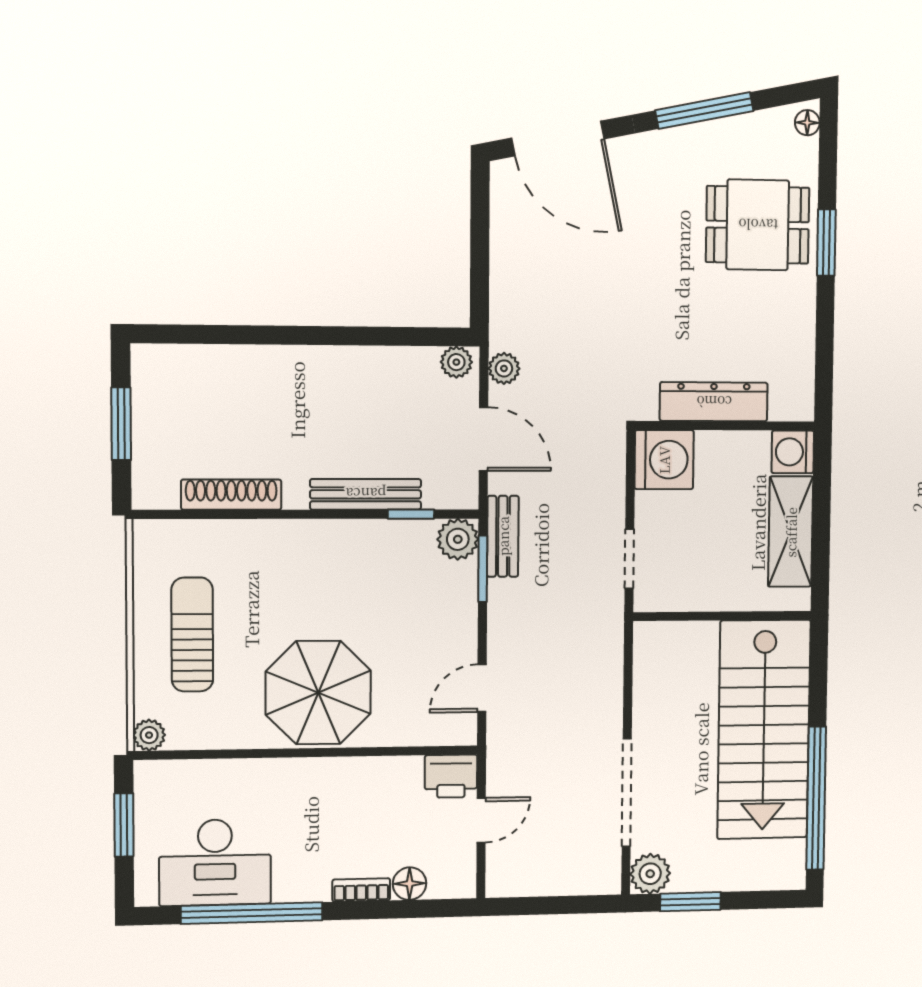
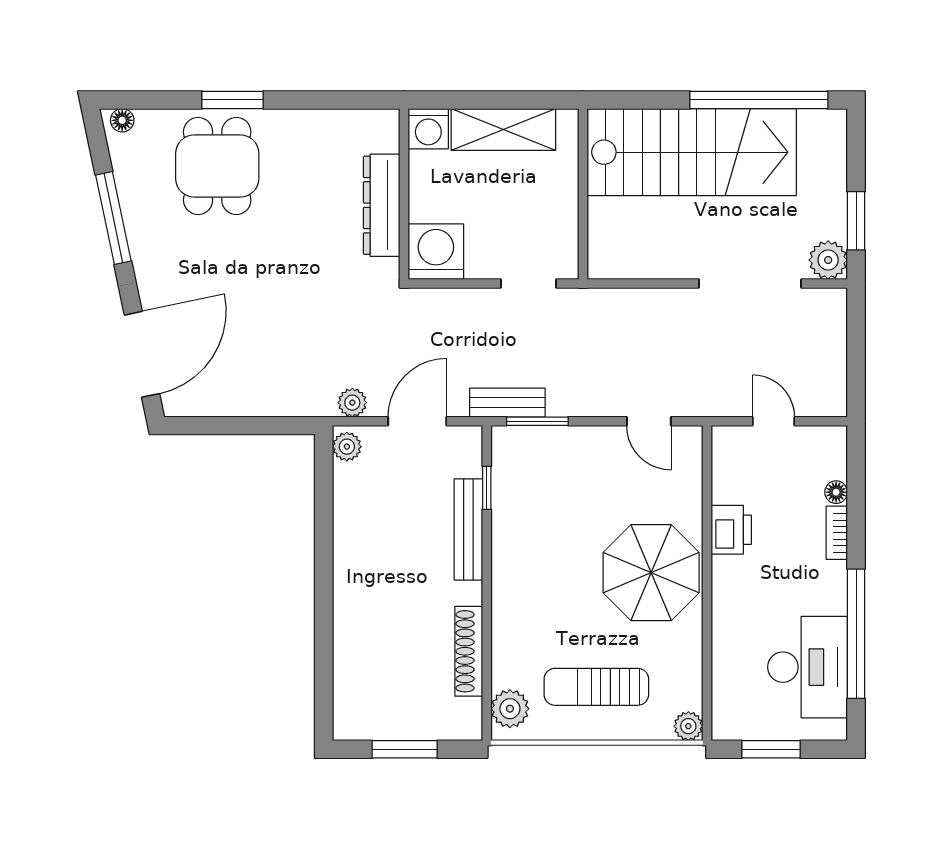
plant: (458, 539) -> (510, 709), moved
printer: (451, 776) -> (731, 530), moved
floor lamp: (410, 884) -> (836, 492), width x0.73, depth x0.73

